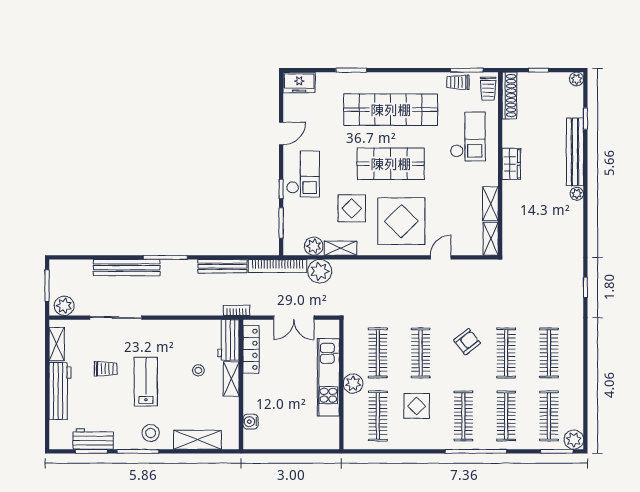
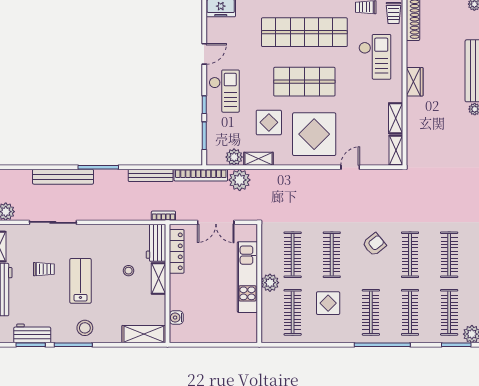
shelving: (197, 440) -> (144, 334), moved

